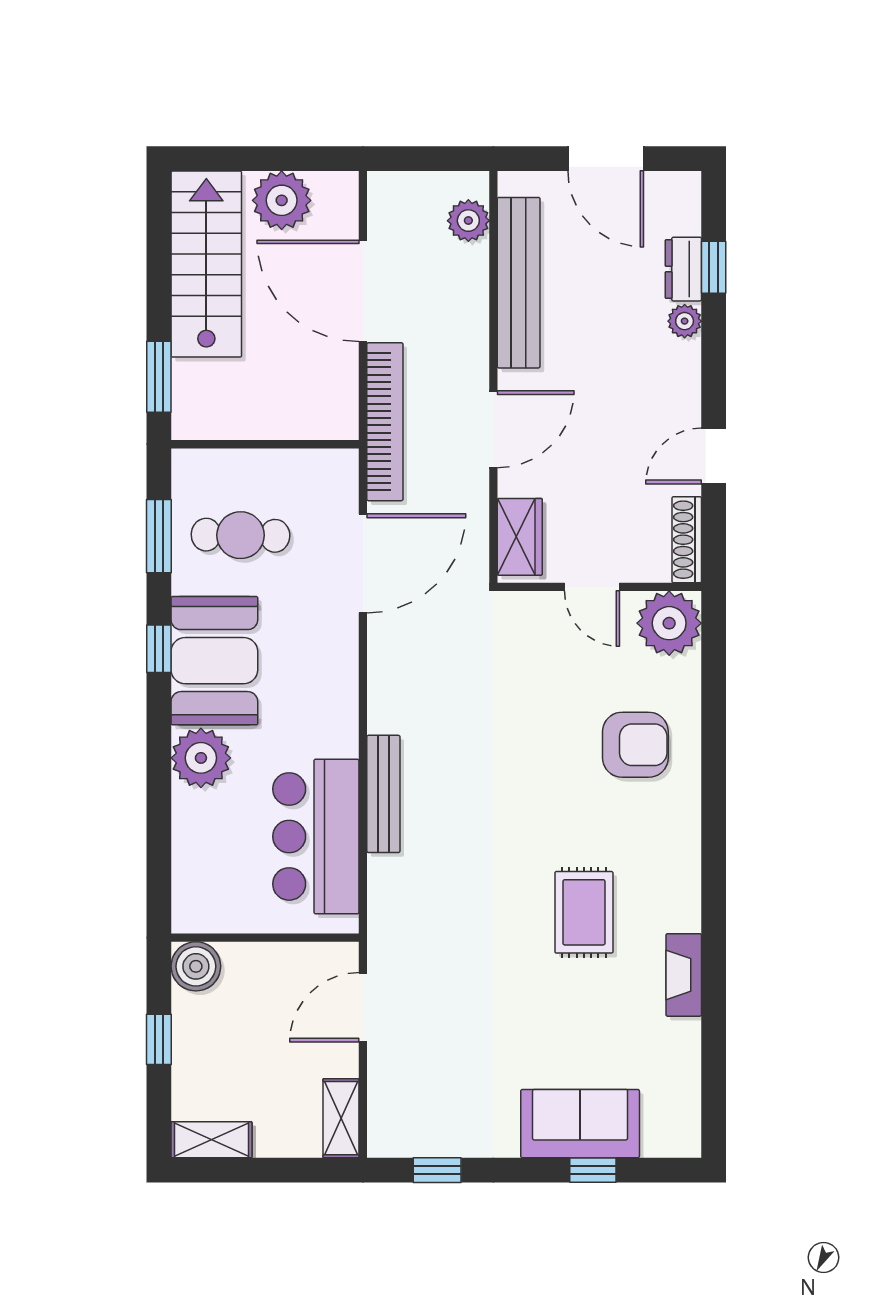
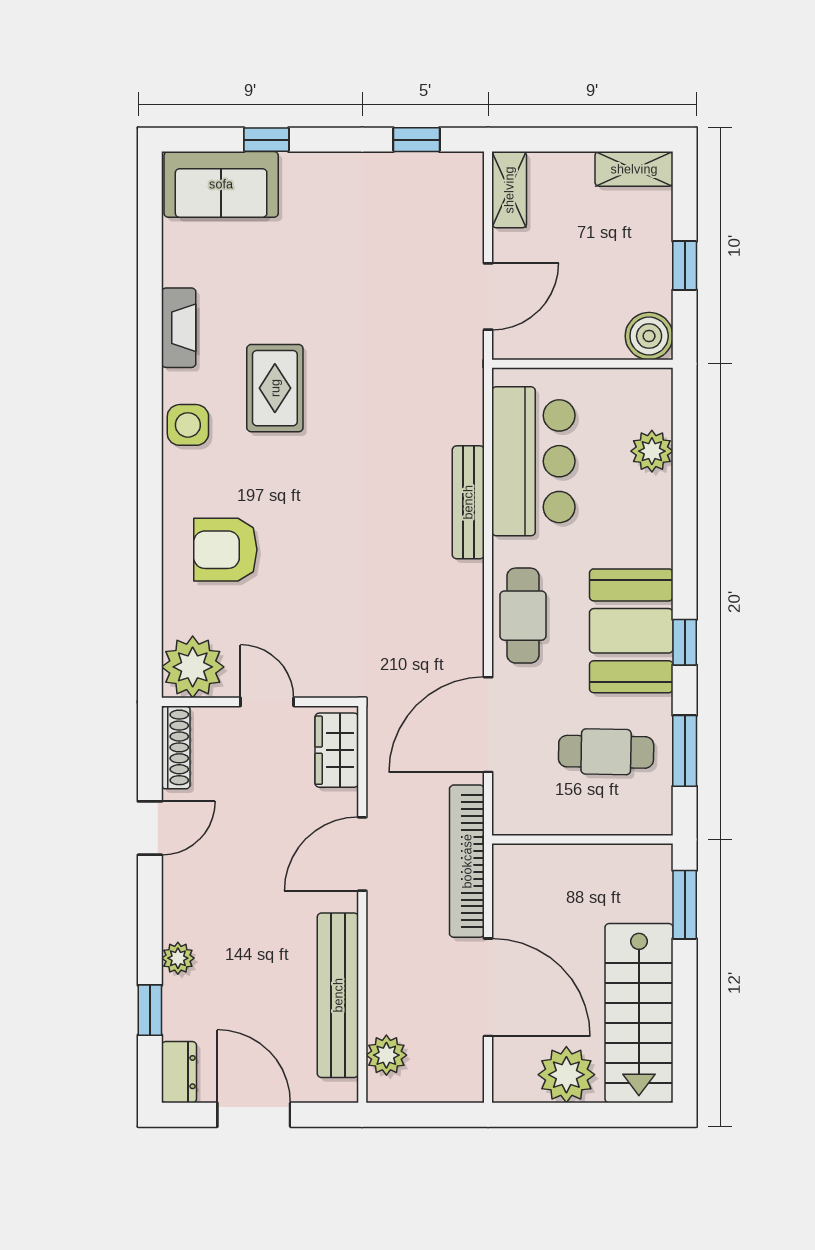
dresser: (683, 269) -> (179, 1072), moved
cafe table: (327, 676) -> (523, 616), added
plant: (201, 758) -> (652, 451), moved, width x0.73, depth x0.73
side table: (674, 874) -> (188, 425), added
sofa: (580, 1124) -> (221, 184), moved

